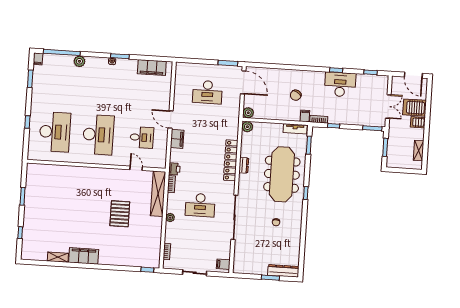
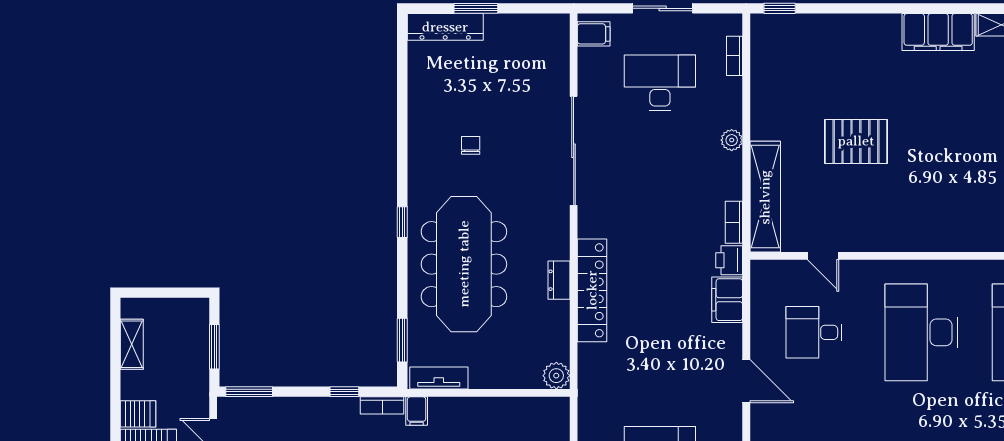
plant: (248, 113) -> (556, 410), removed
filing cabinet: (177, 139) -> (727, 300), moved
desk: (200, 205) -> (660, 83), moved
pallet: (120, 214) -> (856, 141), turned 90

